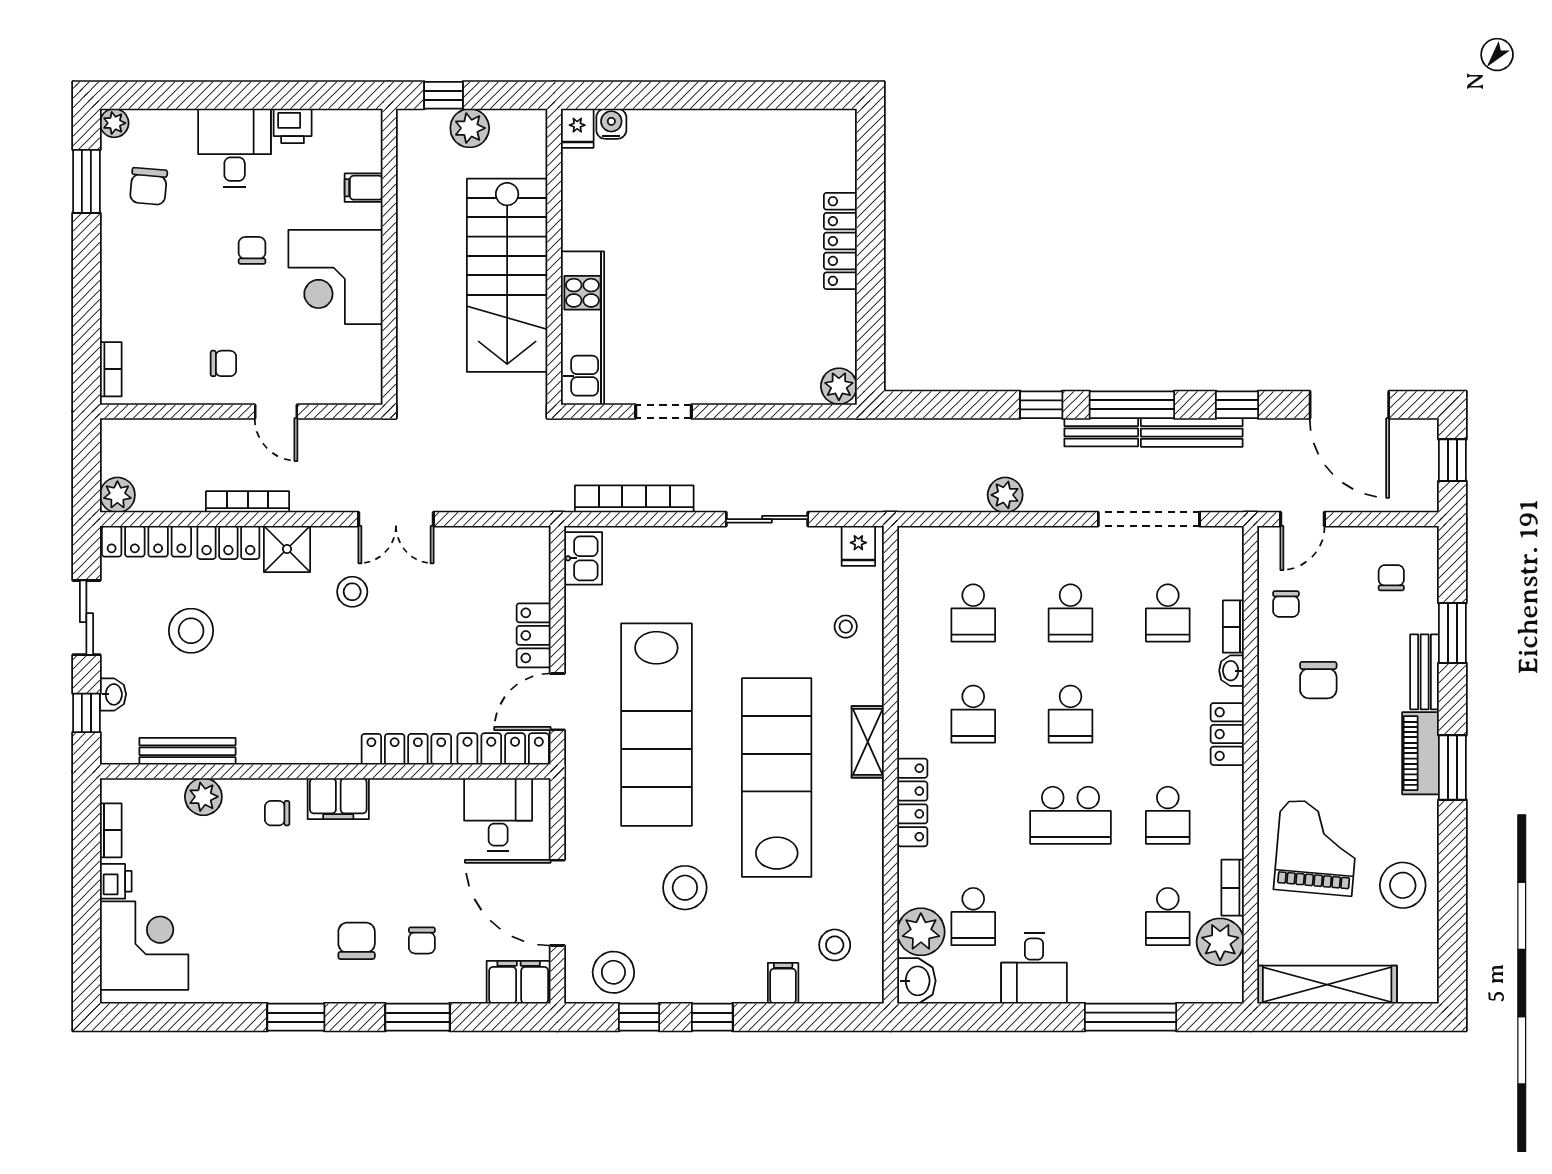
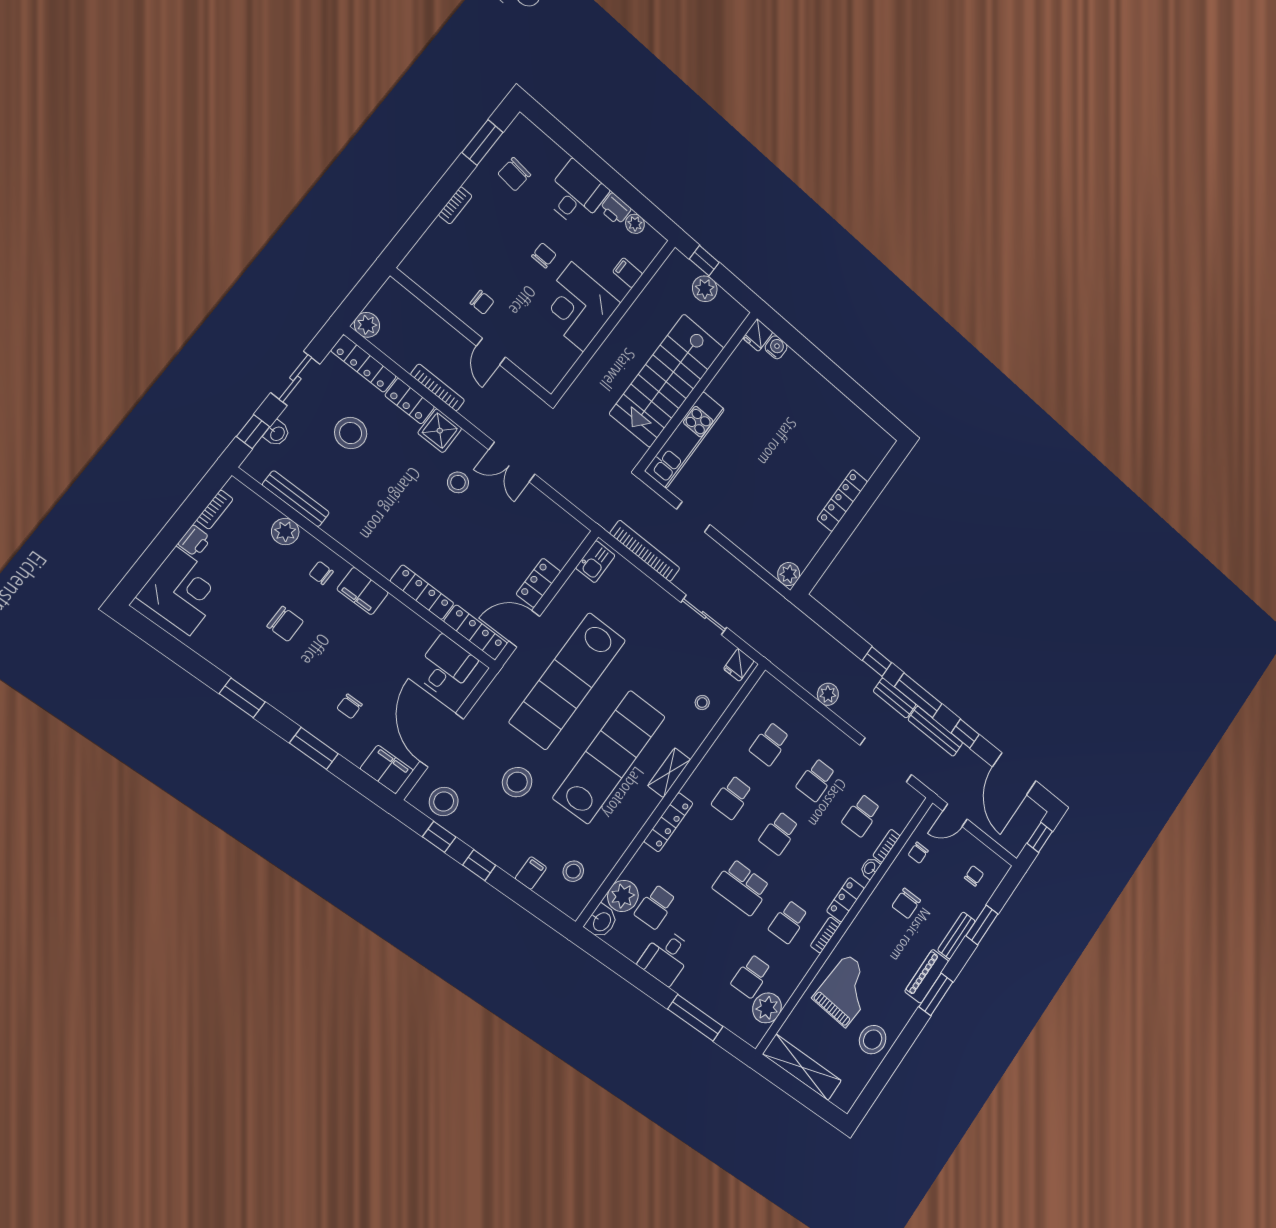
plant: (114, 123) -> (635, 224), moved
bookcase: (111, 369) -> (455, 205), moved
bookcase: (1233, 888) -> (825, 935), moved
chair: (357, 941) -> (285, 624), moved, turned 90

